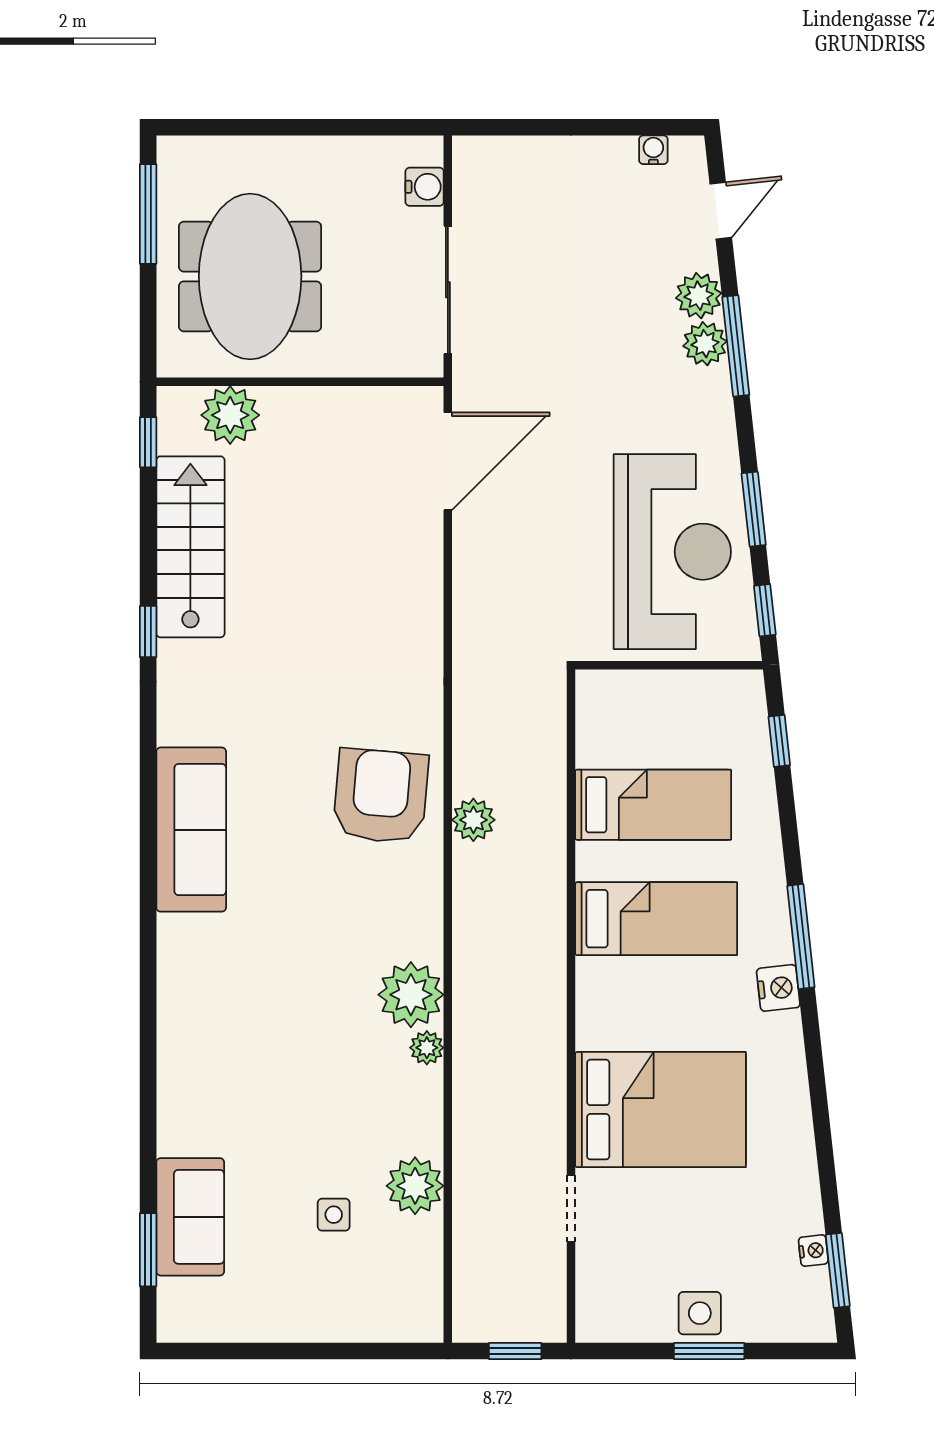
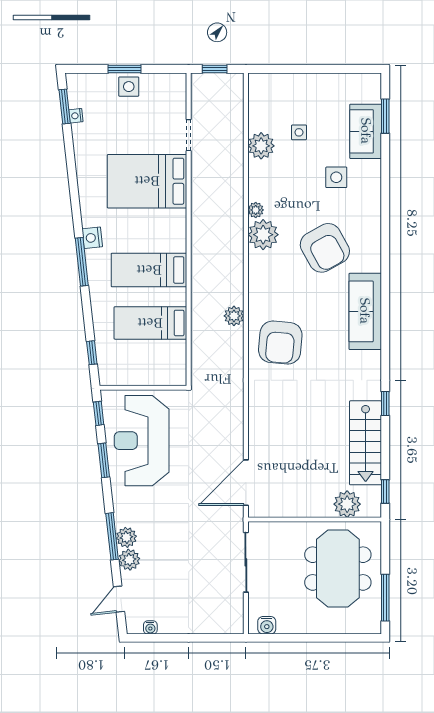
water cooler: (425, 187) -> (267, 625), moved, turned -90
armchair: (381, 796) -> (280, 343), moved
armchair: (278, 966) -> (325, 248), added
side table: (253, 1118) -> (336, 177), added

